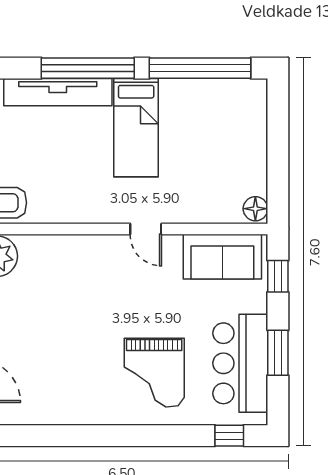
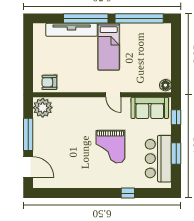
grand piano: (154, 373) -> (110, 147), moved
window: (229, 436) -> (128, 193), moved

